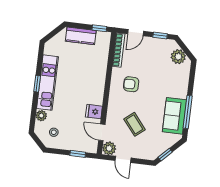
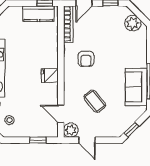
kitchen counter: (81, 36) -> (38, 14), moved
armchair: (131, 84) -> (86, 59), turned -90
fridge: (94, 112) -> (50, 76), moved

